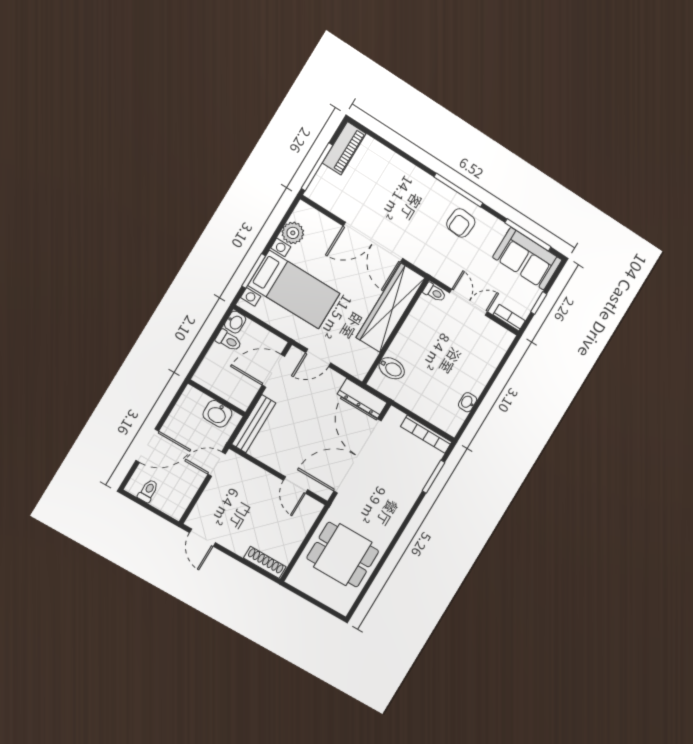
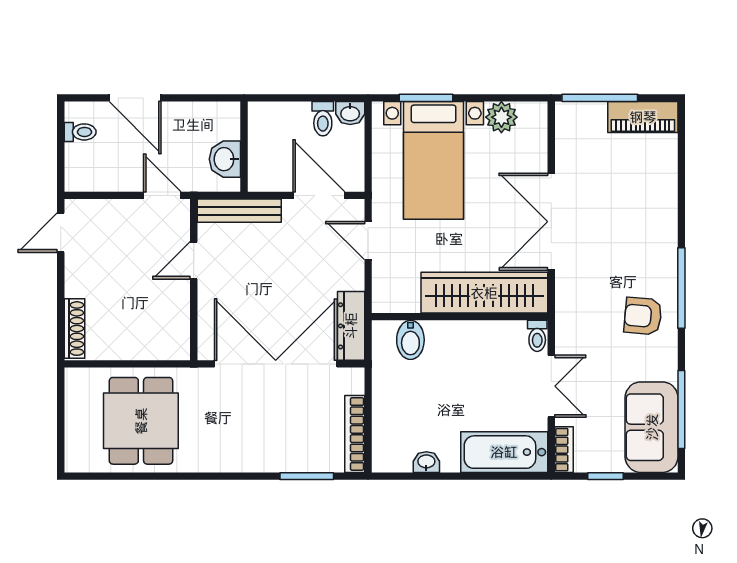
bathtub: (489, 353) -> (504, 452), added
door: (296, 485) -> (194, 260), moved

